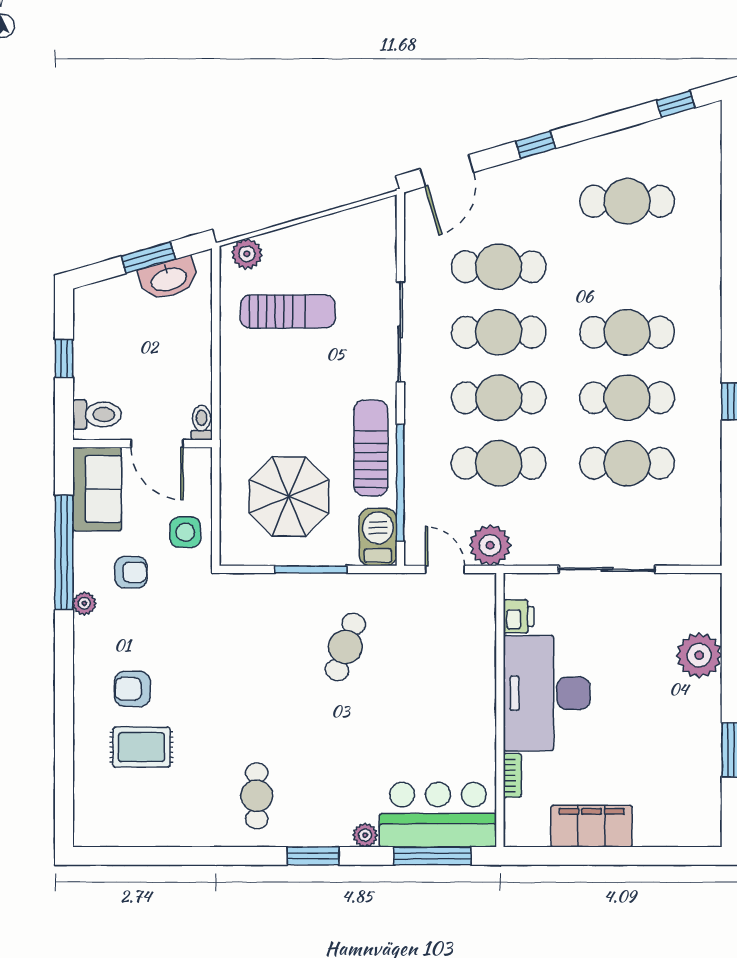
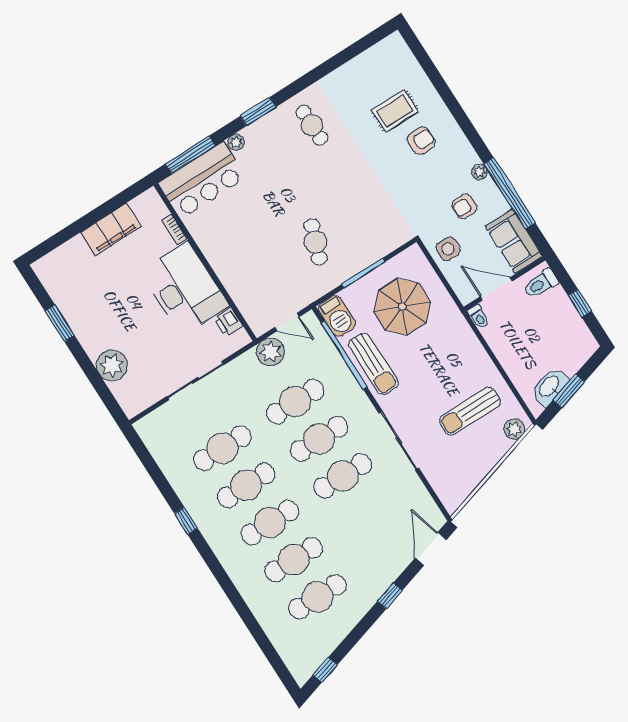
cafe table: (499, 267) -> (294, 560), moved

